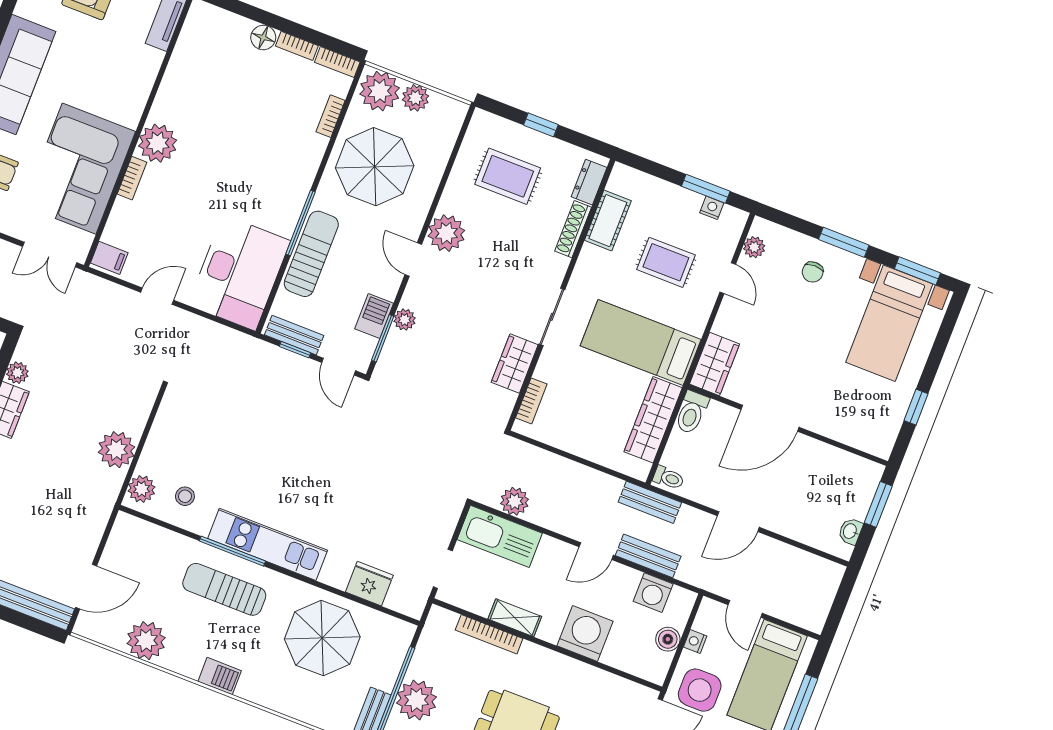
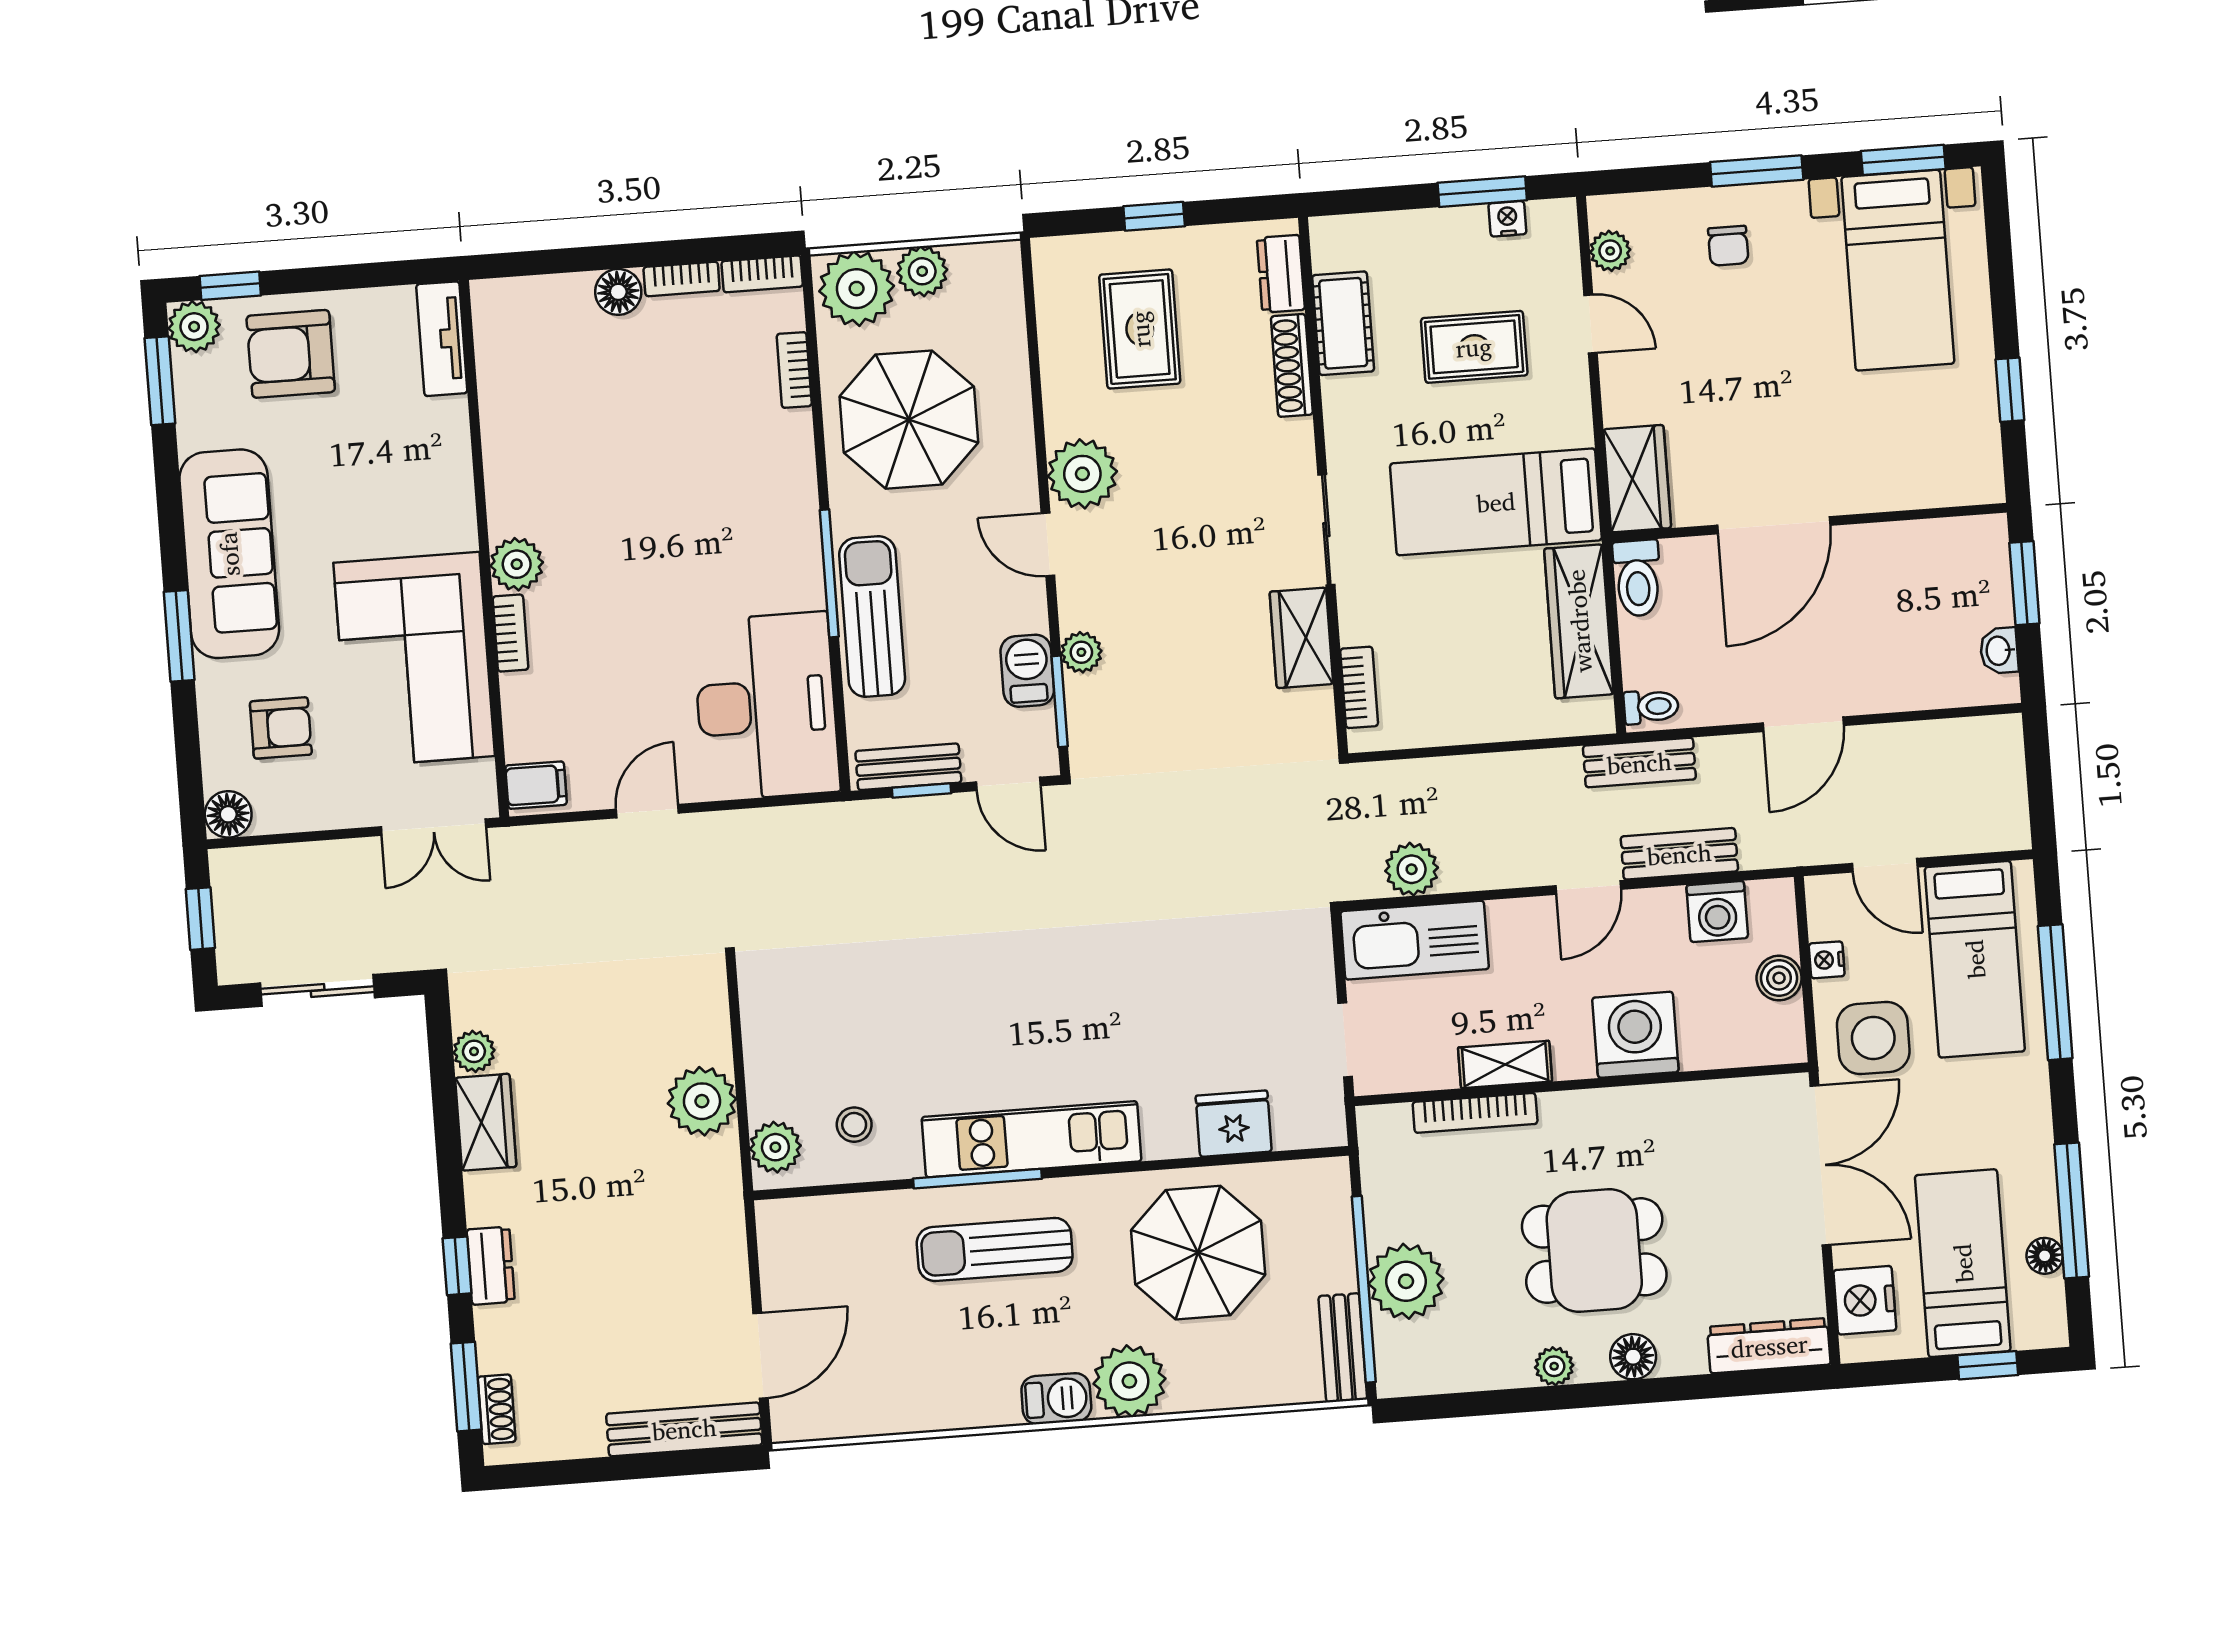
plant: (158, 143) -> (517, 564), width x0.73, depth x0.73
rug: (508, 176) -> (1140, 329), turned 90
plant: (146, 641) -> (1129, 1381), moved

